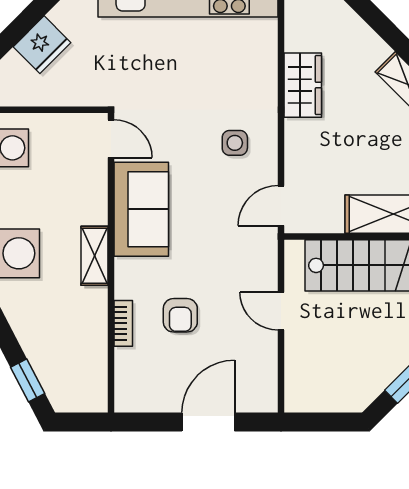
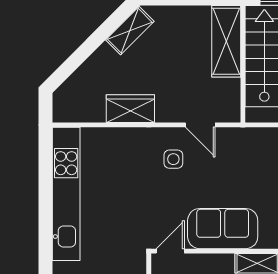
door: (281, 206) -> (200, 125), moved

